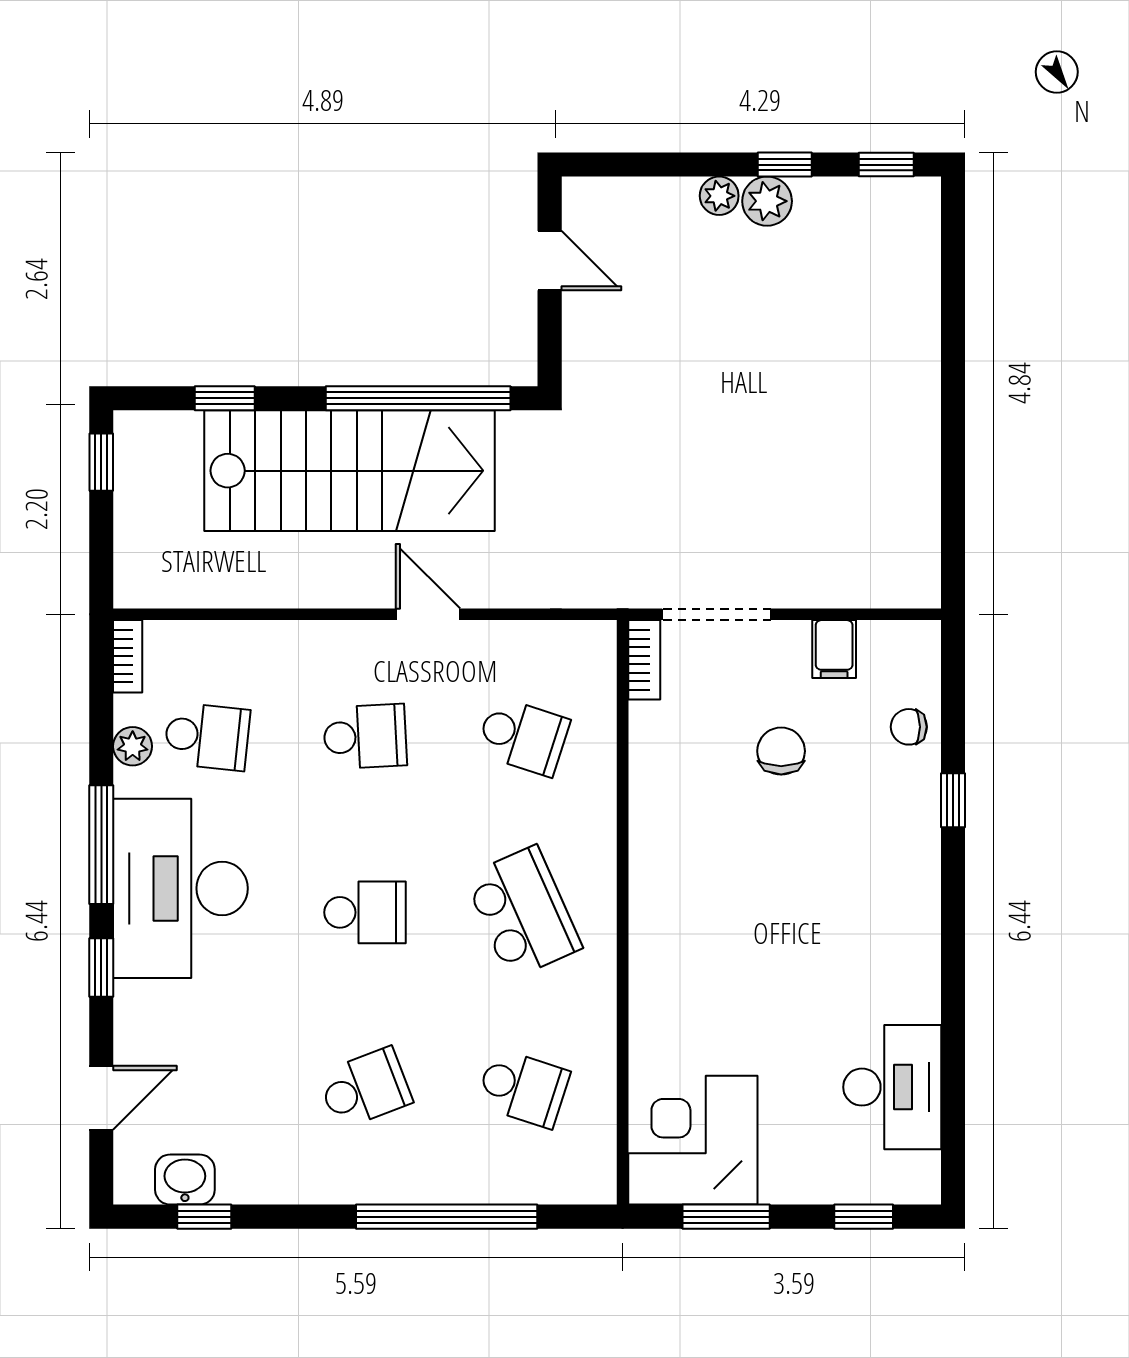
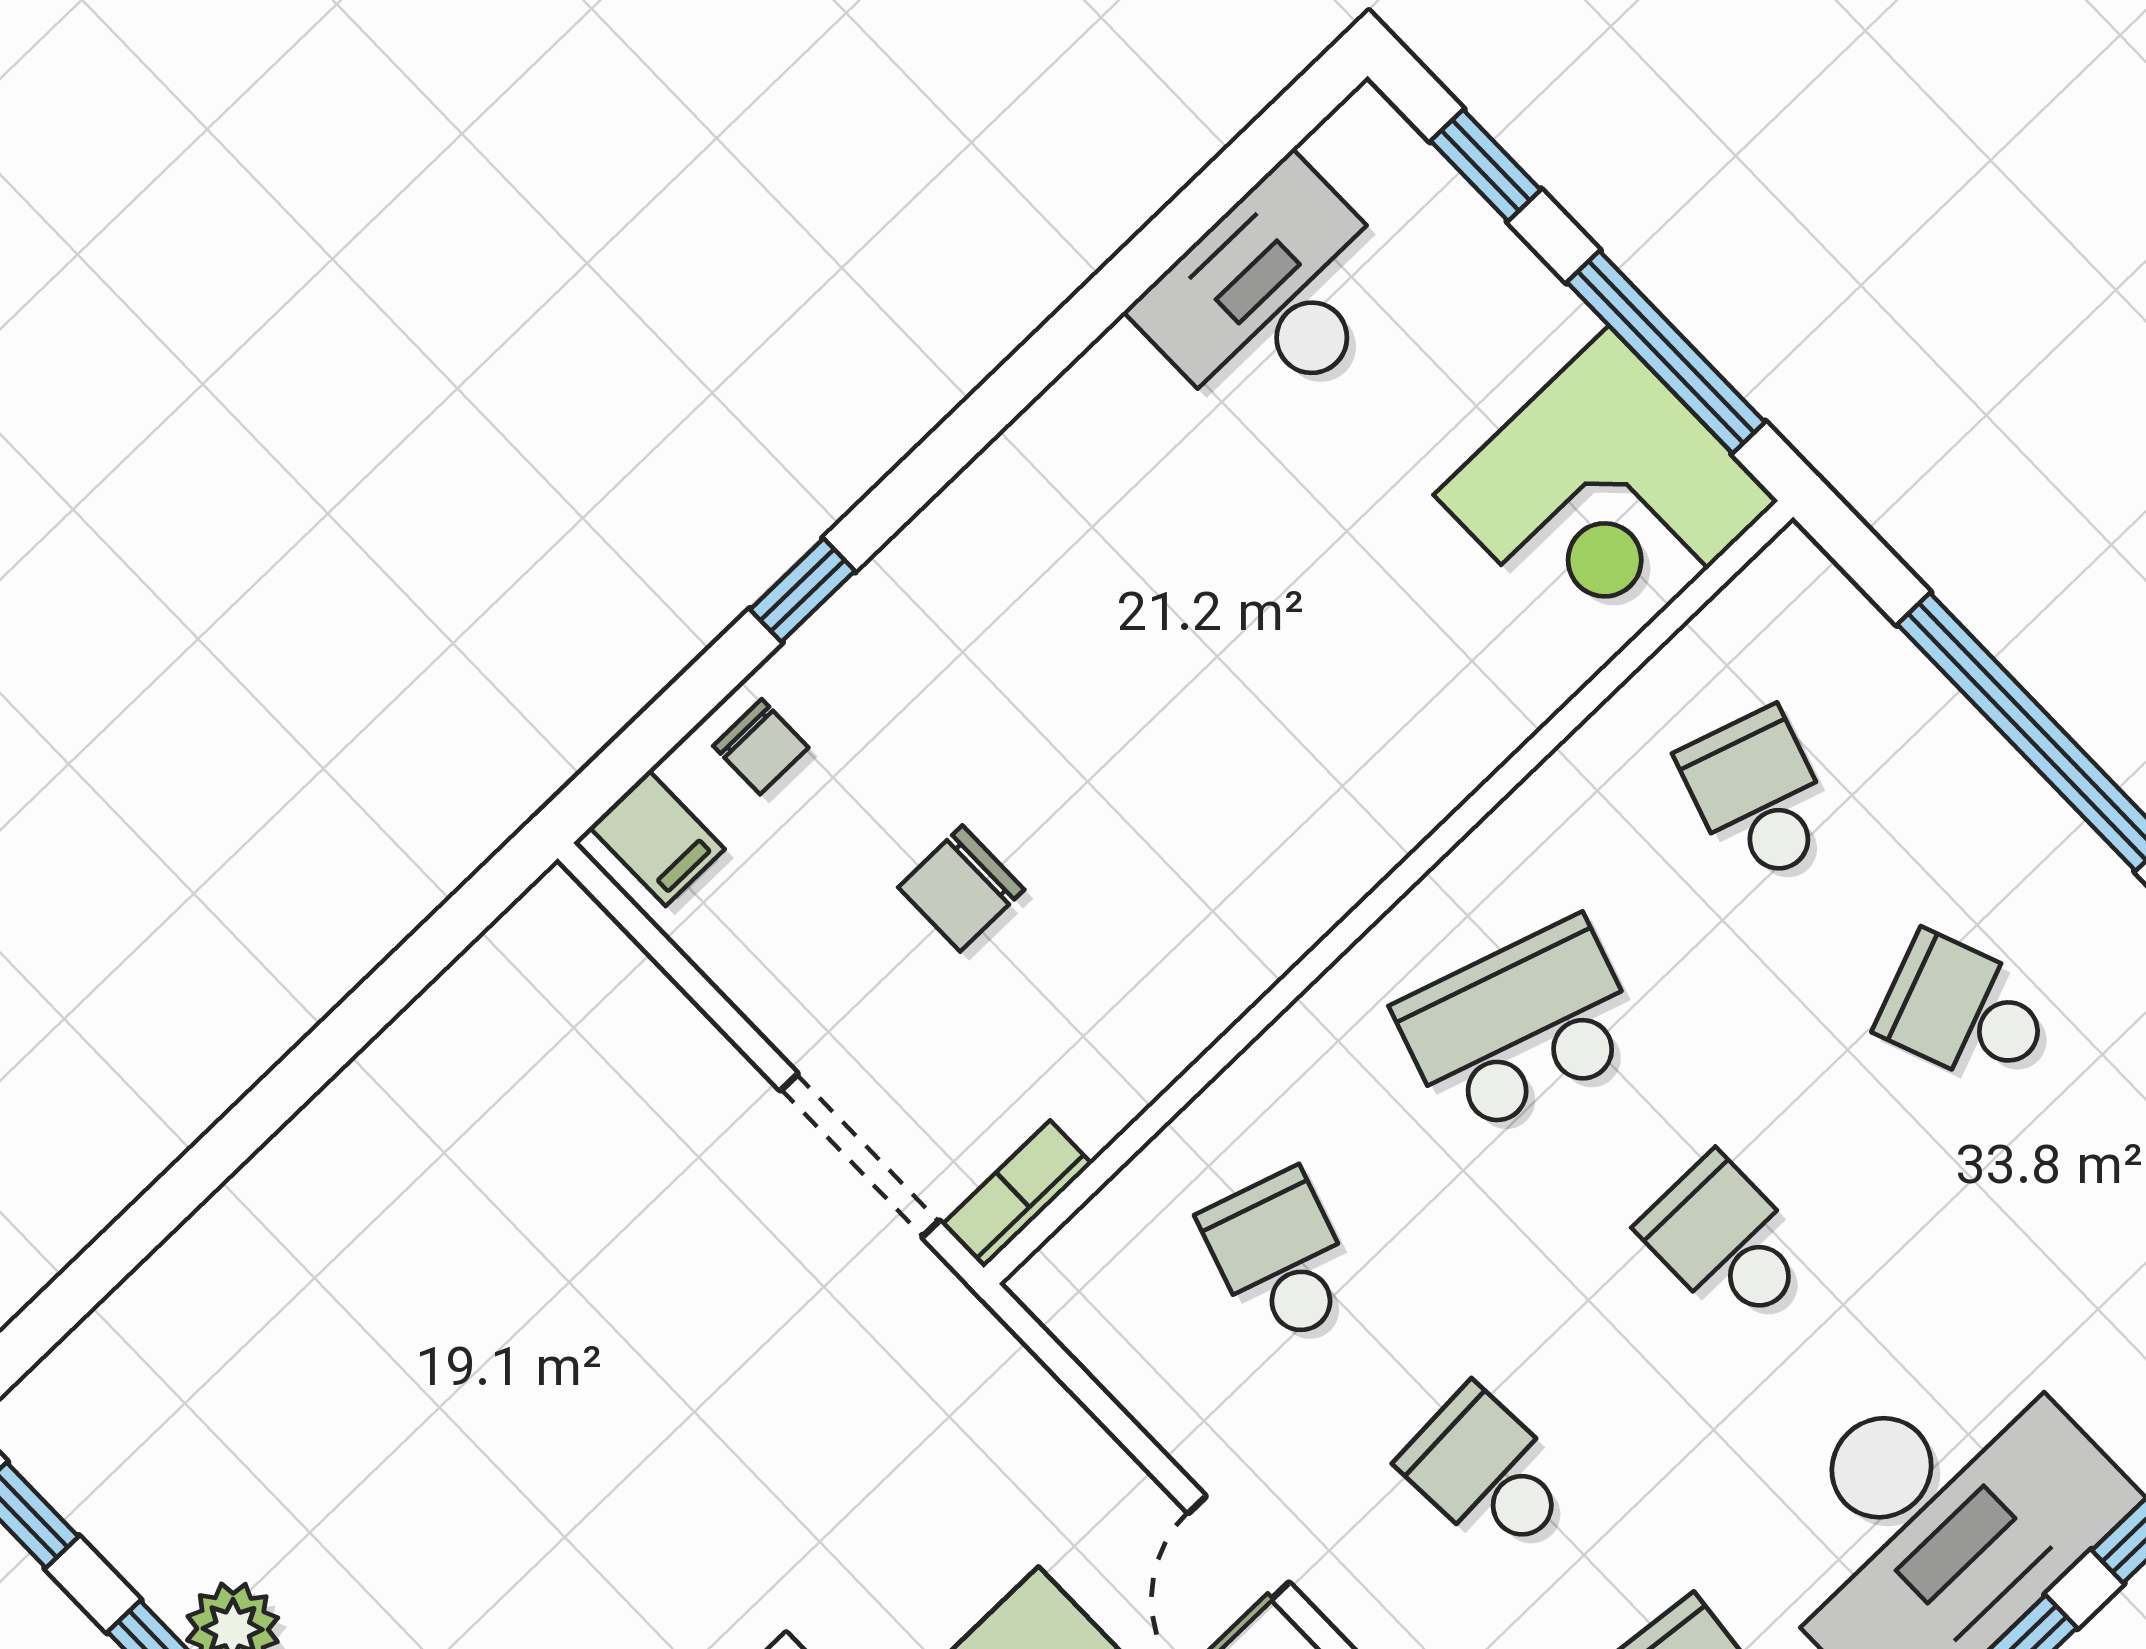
filing cabinet: (834, 649) -> (657, 838), moved, turned 90
school desk: (523, 912) -> (1519, 1027), turned 42
window: (726, 1217) -> (1666, 352), width x1.44

